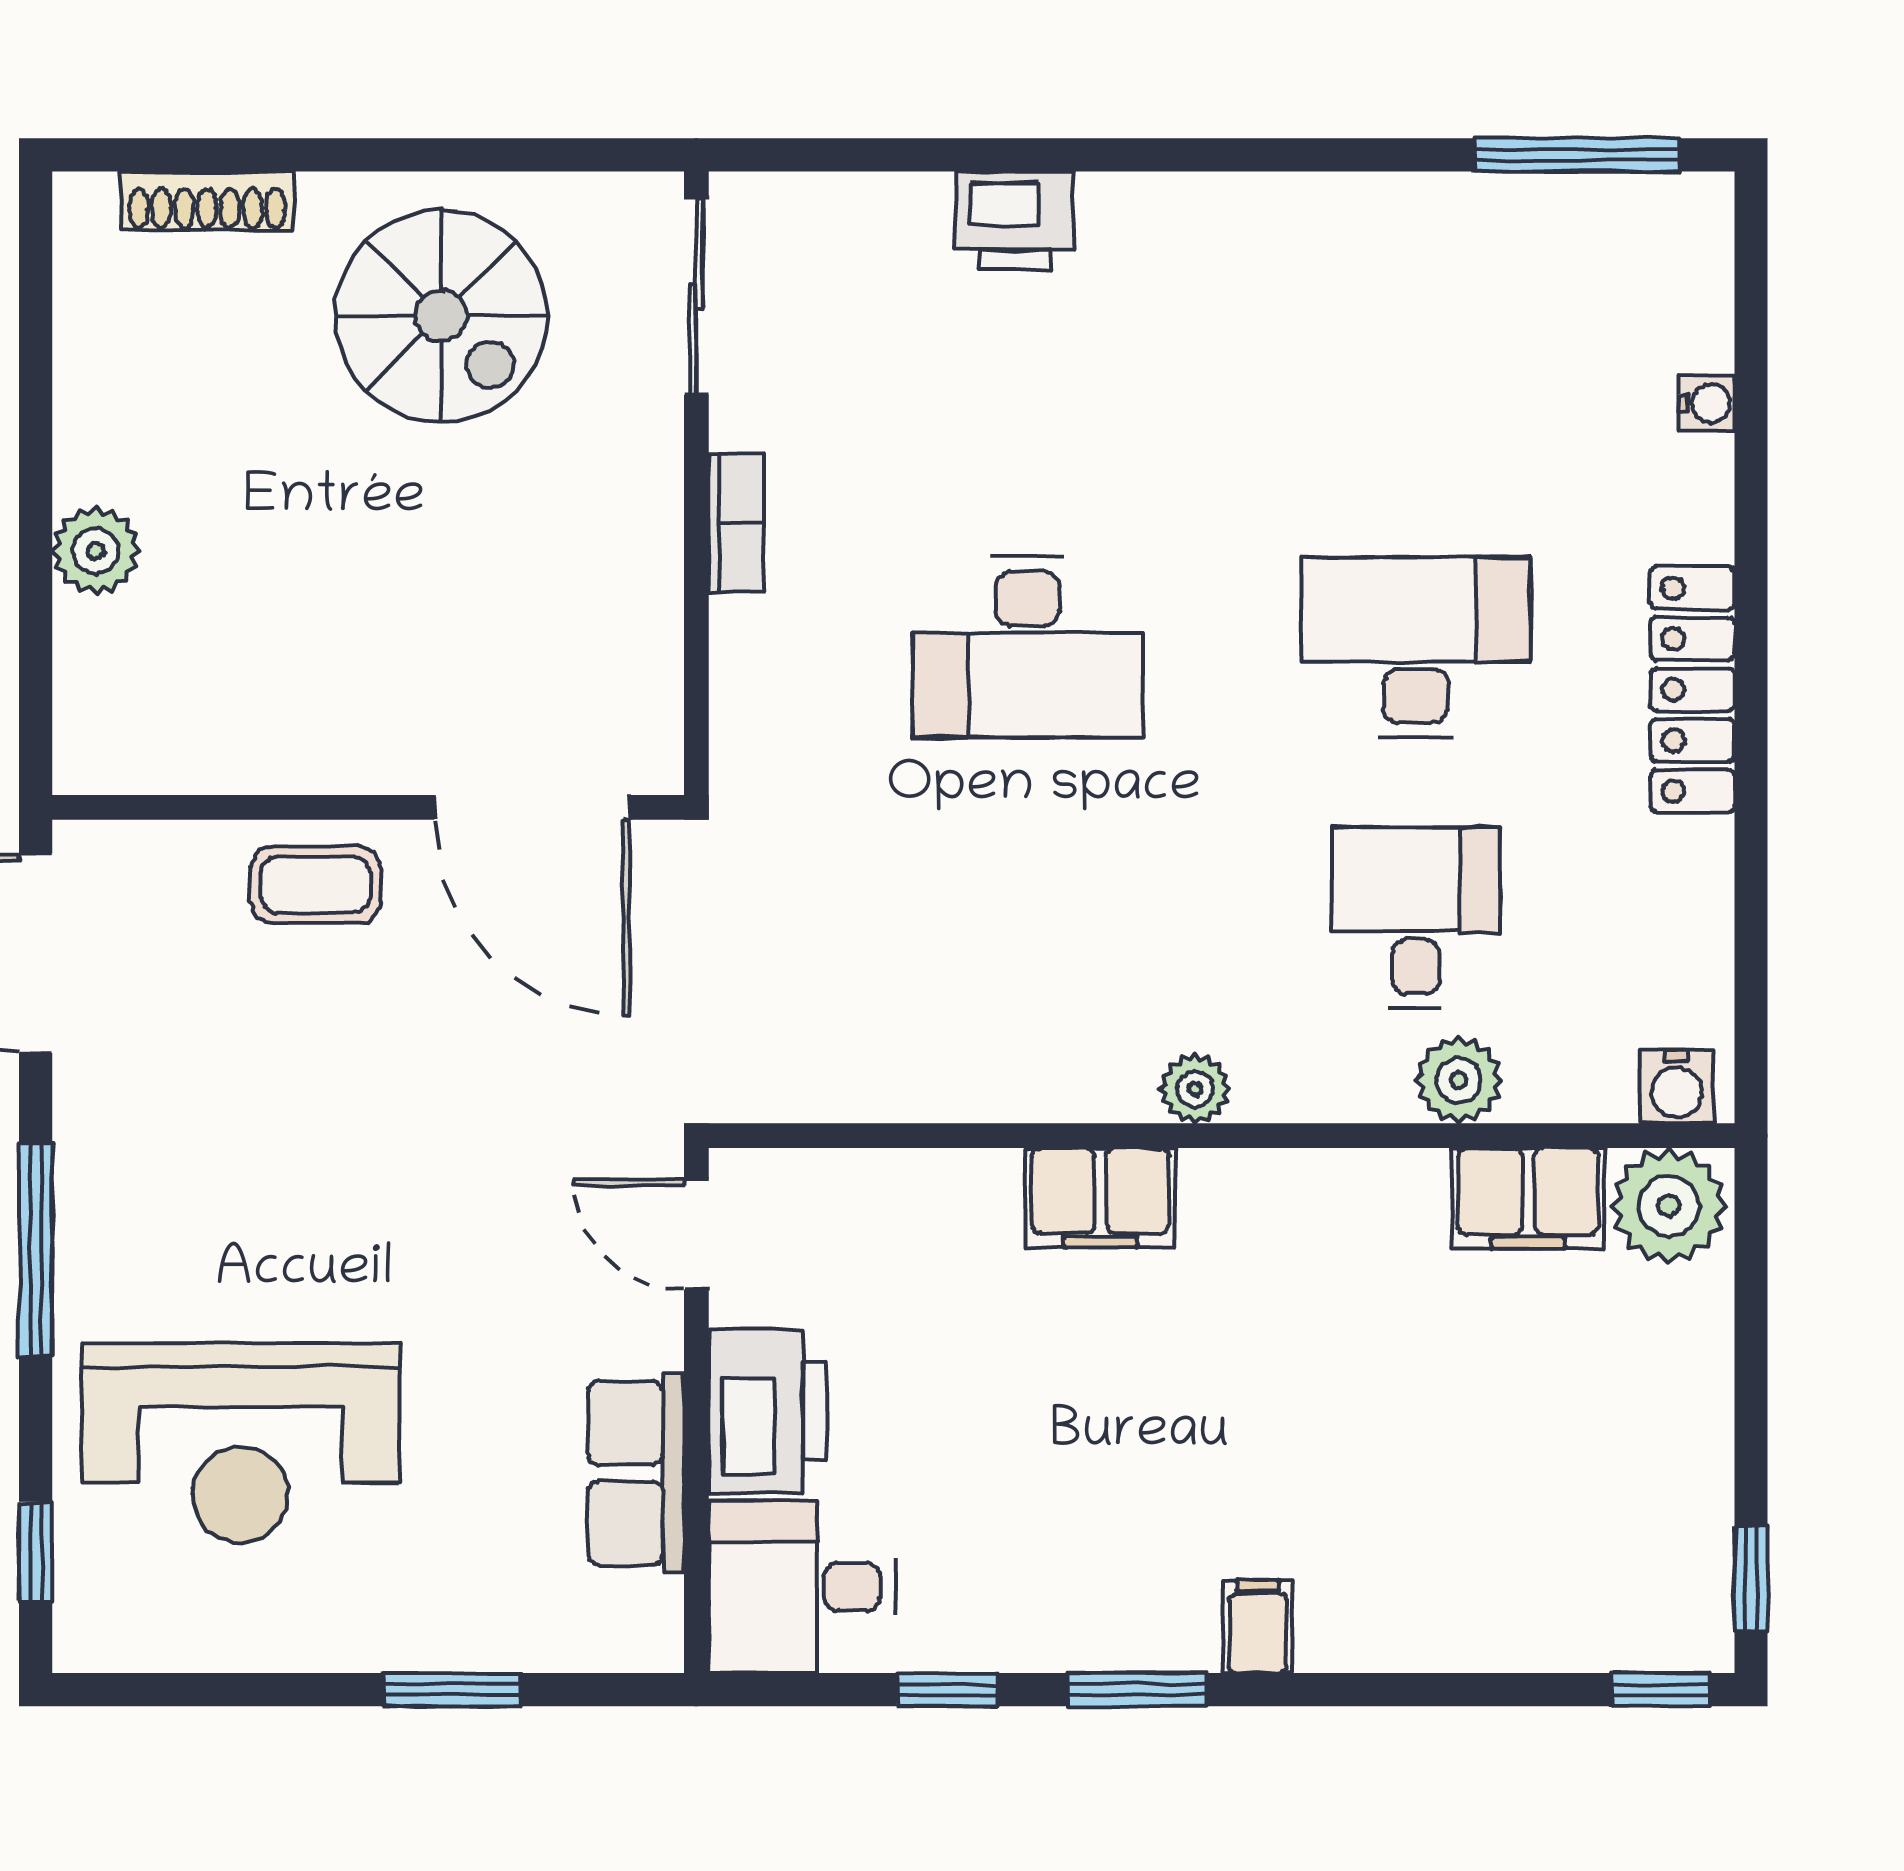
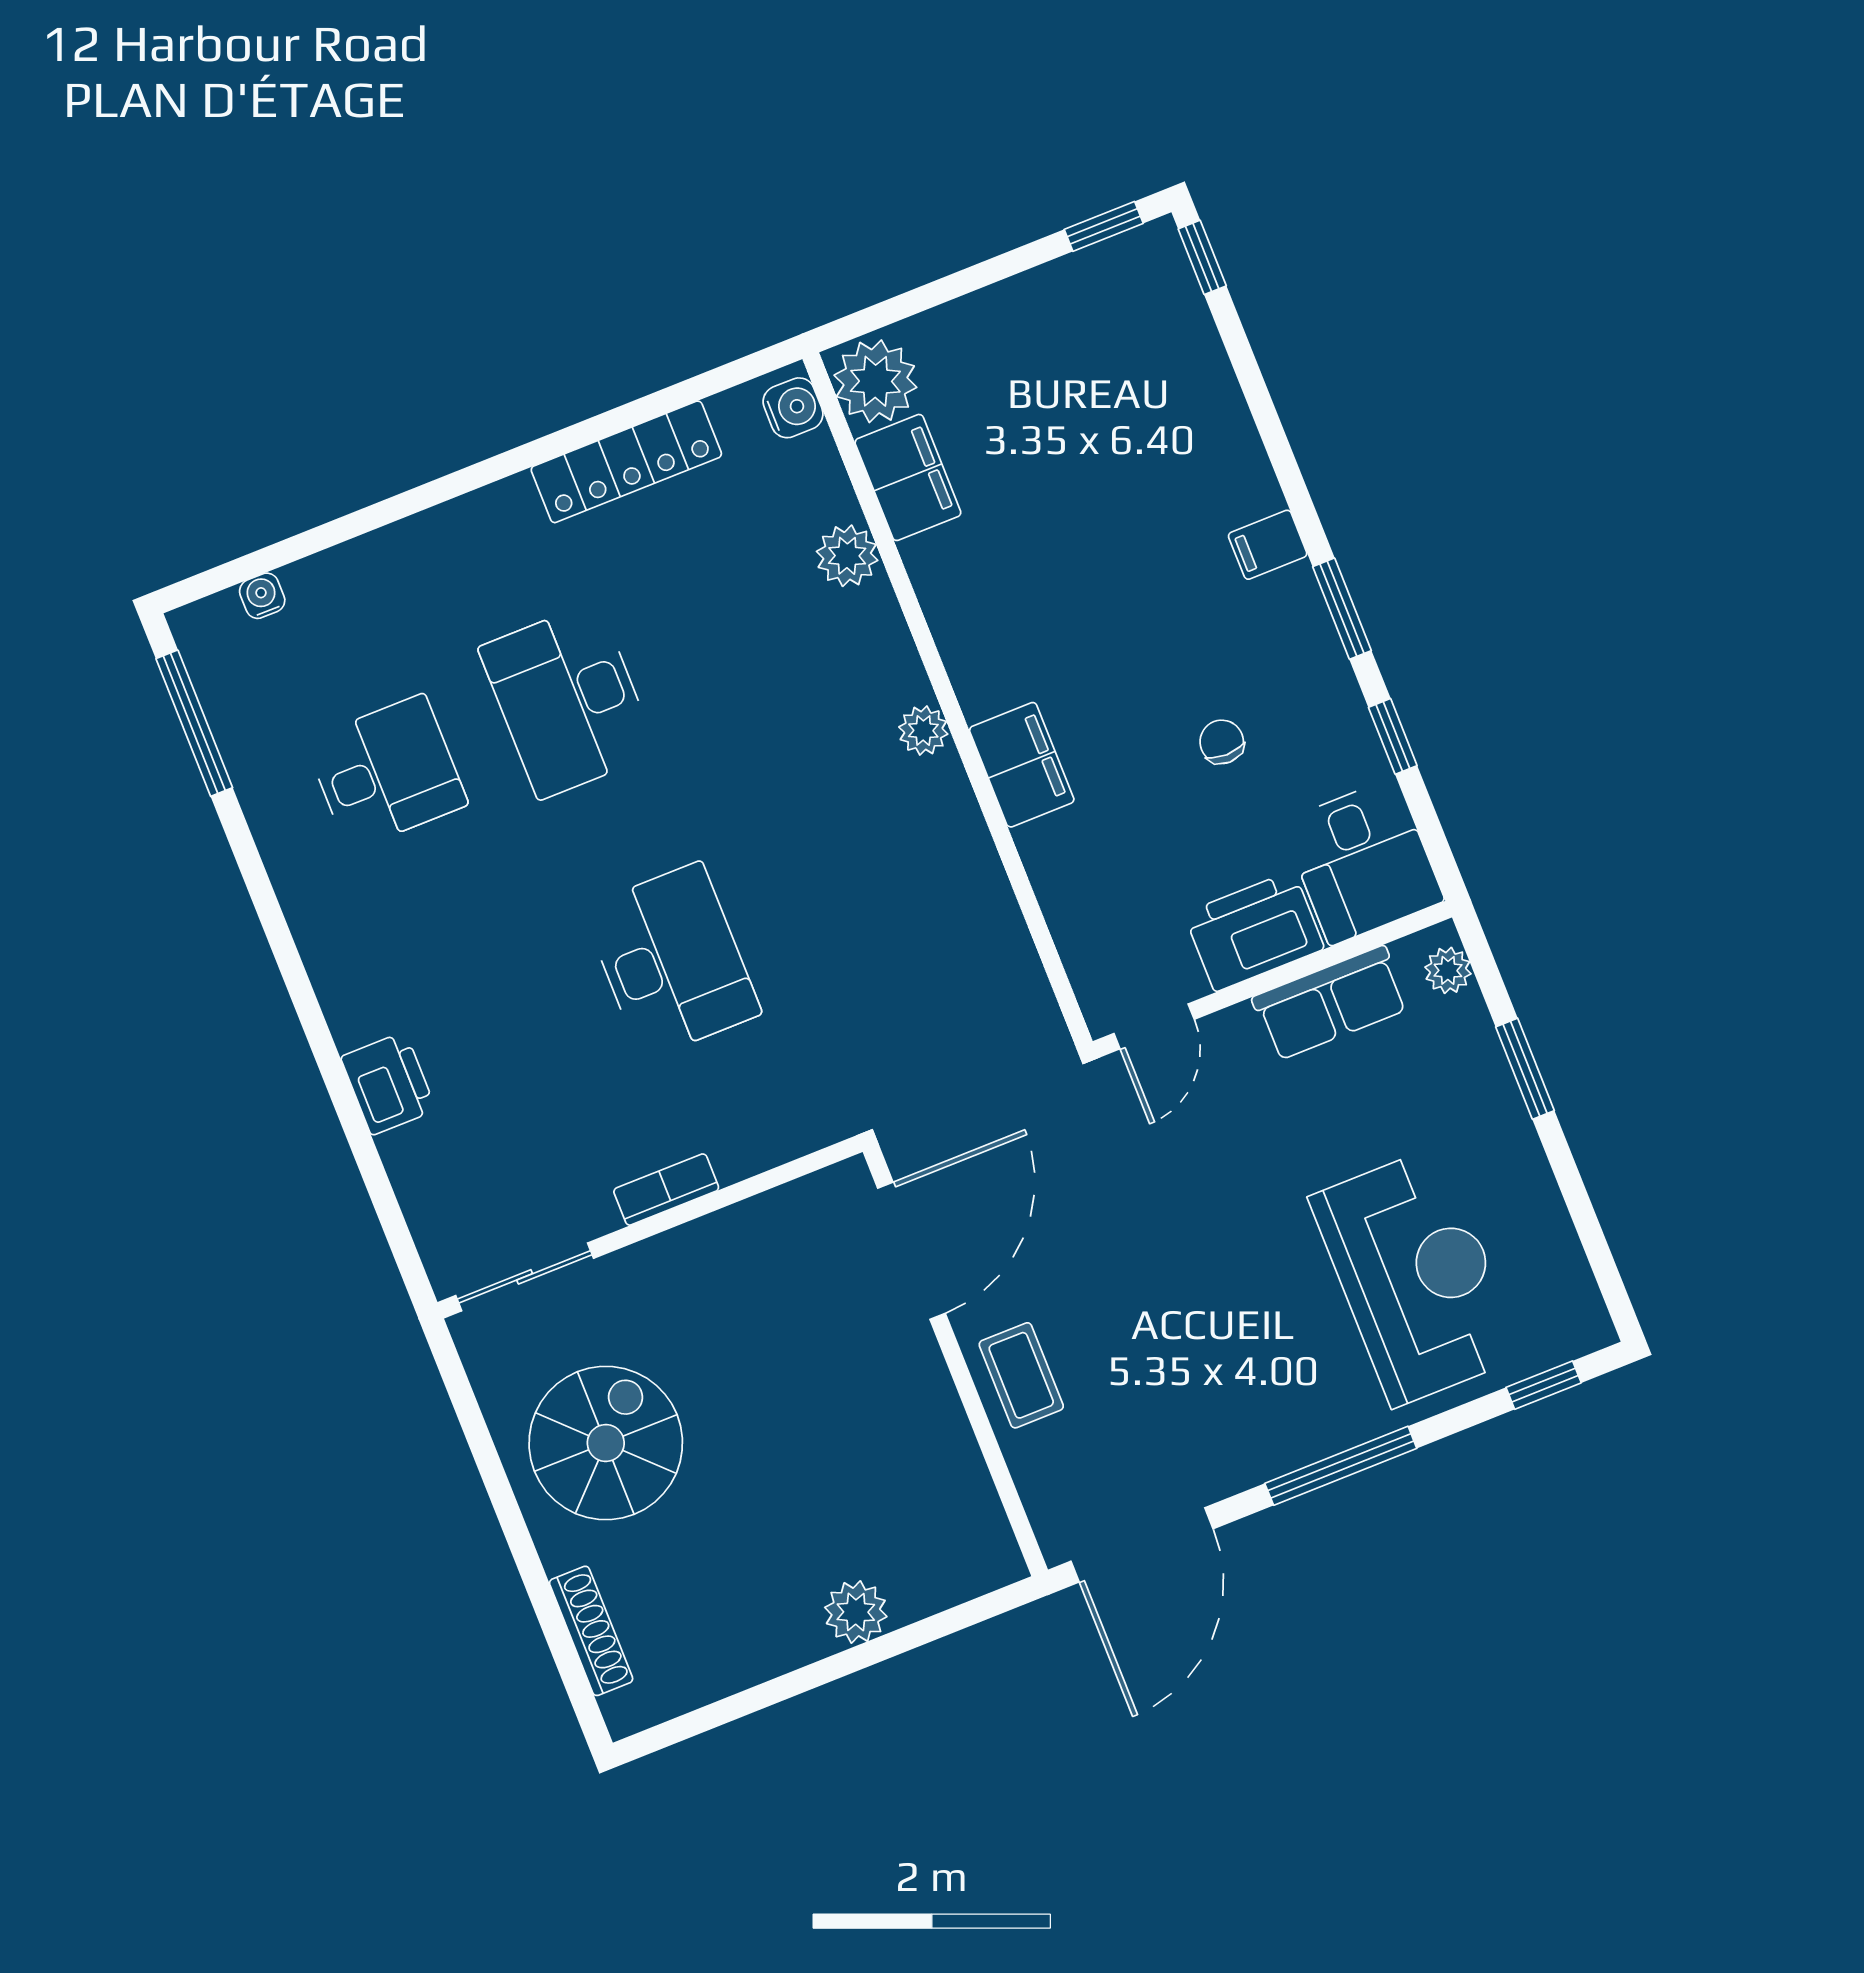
water cooler: (1707, 403) -> (262, 596), moved
locker: (1693, 689) -> (626, 462), moved
desk: (1416, 918) -> (386, 773), moved, turned 180
chair: (1028, 1467) -> (1222, 742), added
plant: (618, 1641) -> (1448, 970), added

